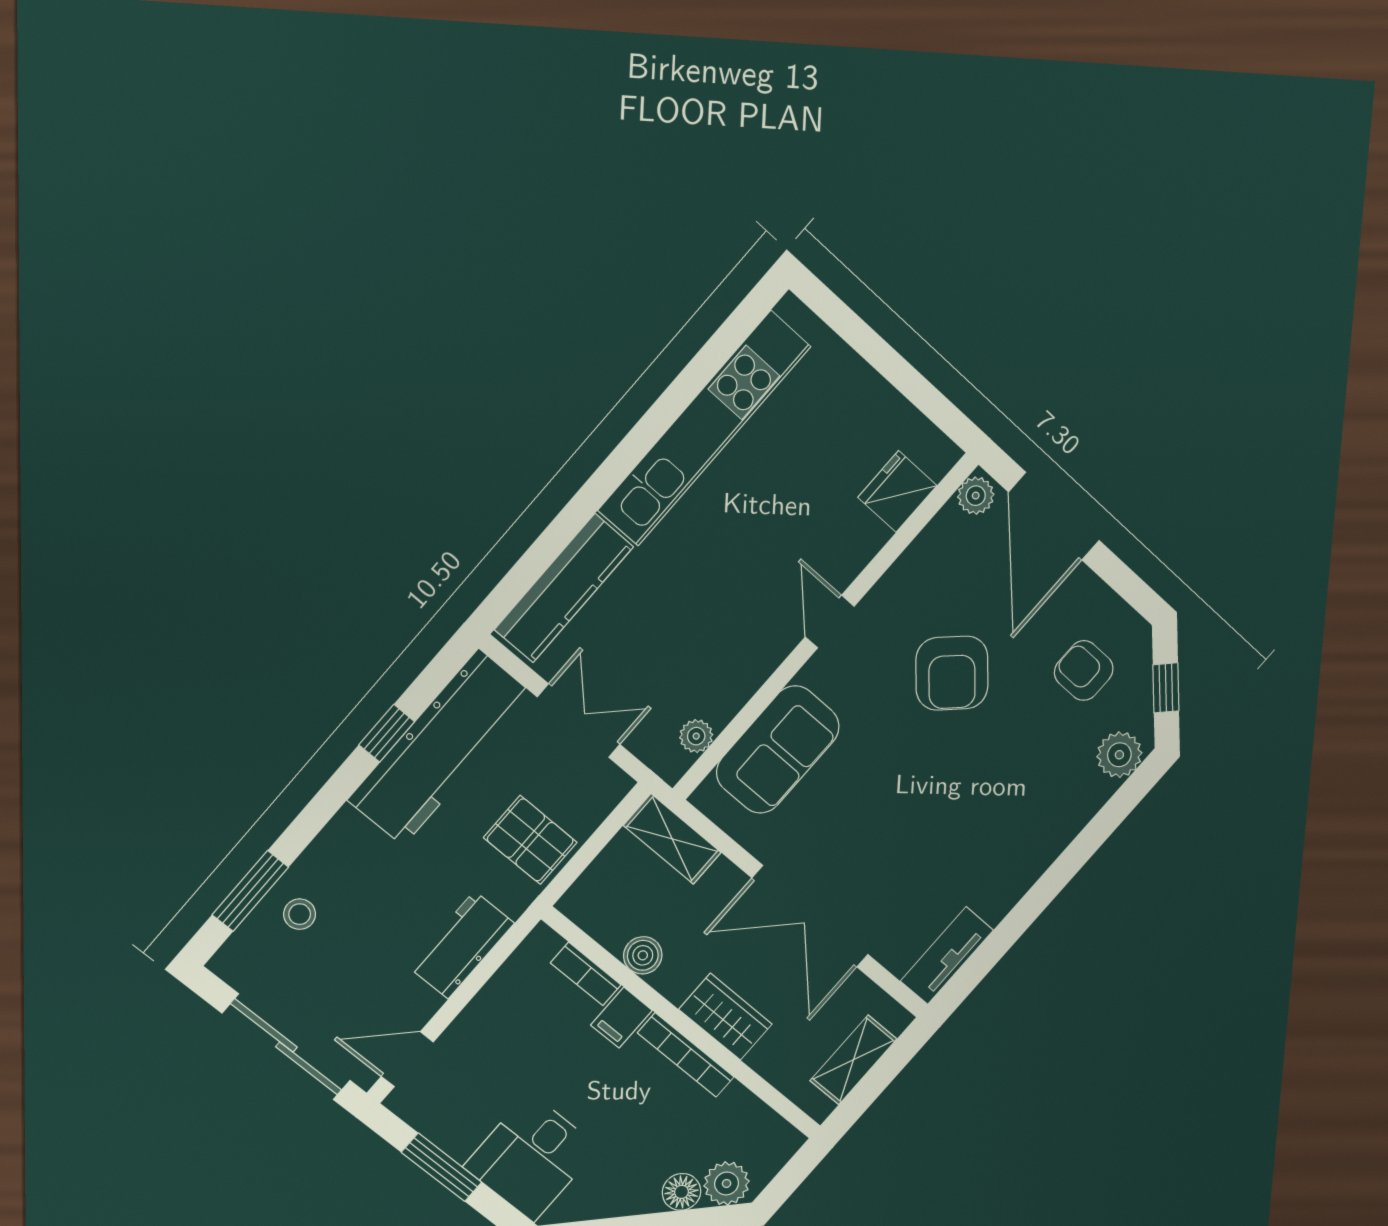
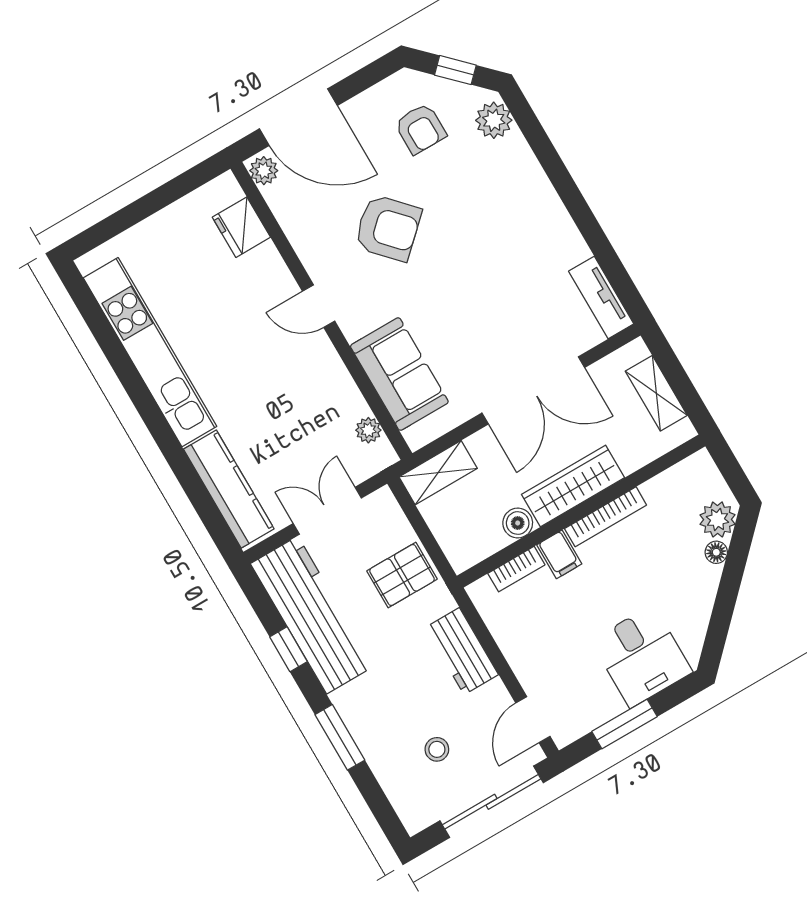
armchair: (1084, 671) -> (420, 129), turned -90
window: (250, 891) -> (340, 737), moved
stool: (300, 914) -> (437, 749), moved
wardrobe: (725, 1017) -> (573, 486), width x1.50
floor lamp: (681, 1192) -> (716, 552), width x0.73, depth x0.73

